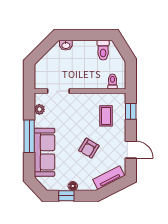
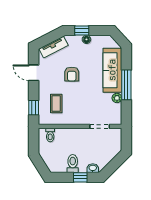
window: (80, 35) -> (80, 177), added
toilet: (103, 50) -> (73, 164), moved
plant: (39, 109) -> (117, 98), moved
armchair: (89, 148) -> (72, 74), turned 149
window: (66, 196) -> (82, 30), moved

